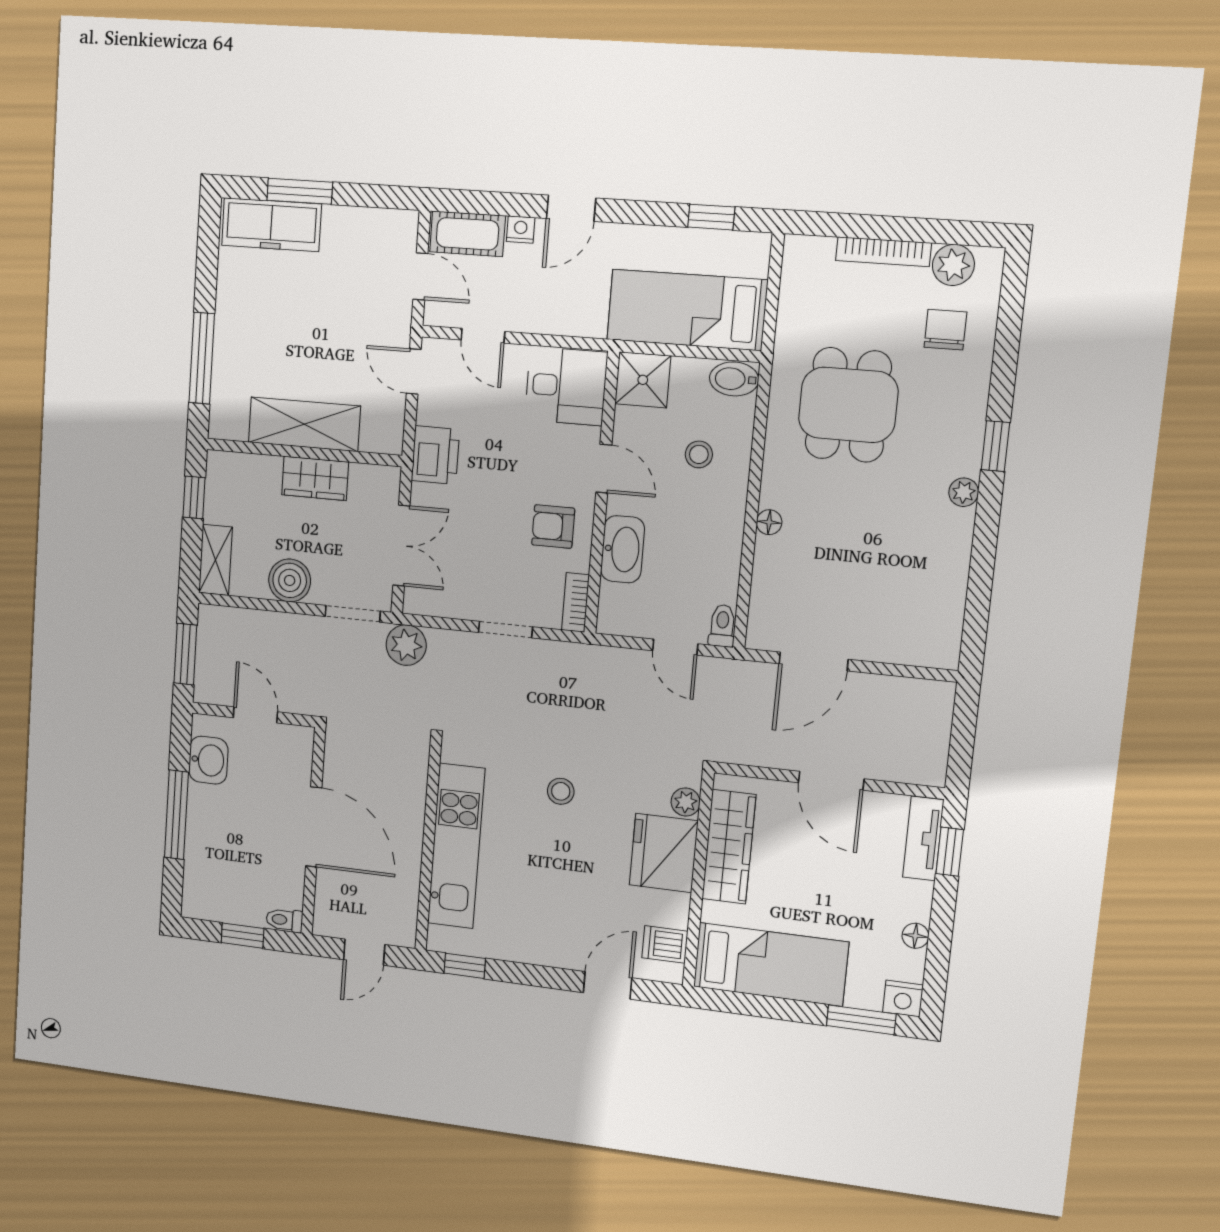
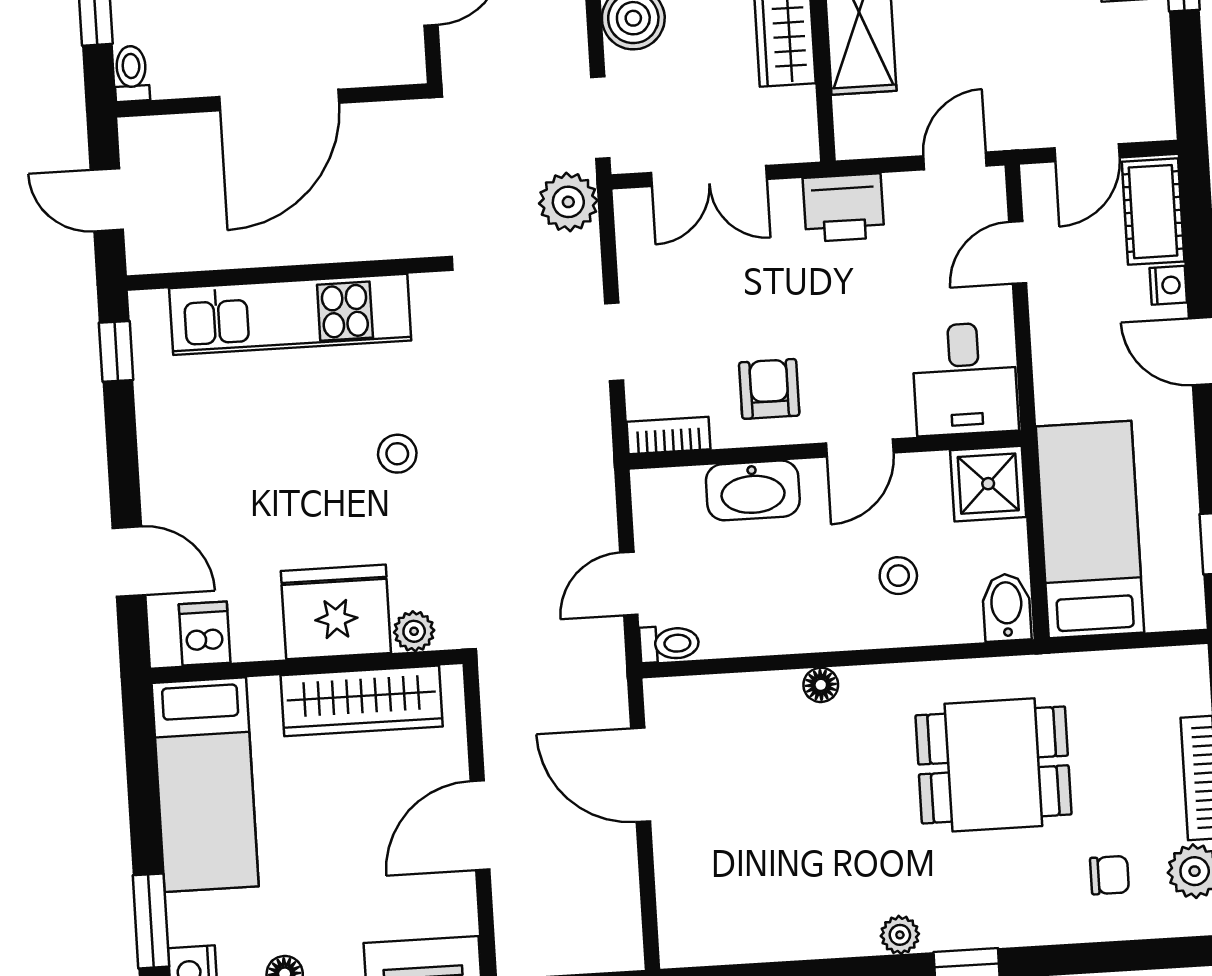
chair: (945, 330) -> (1109, 875), width x0.73, depth x0.73

